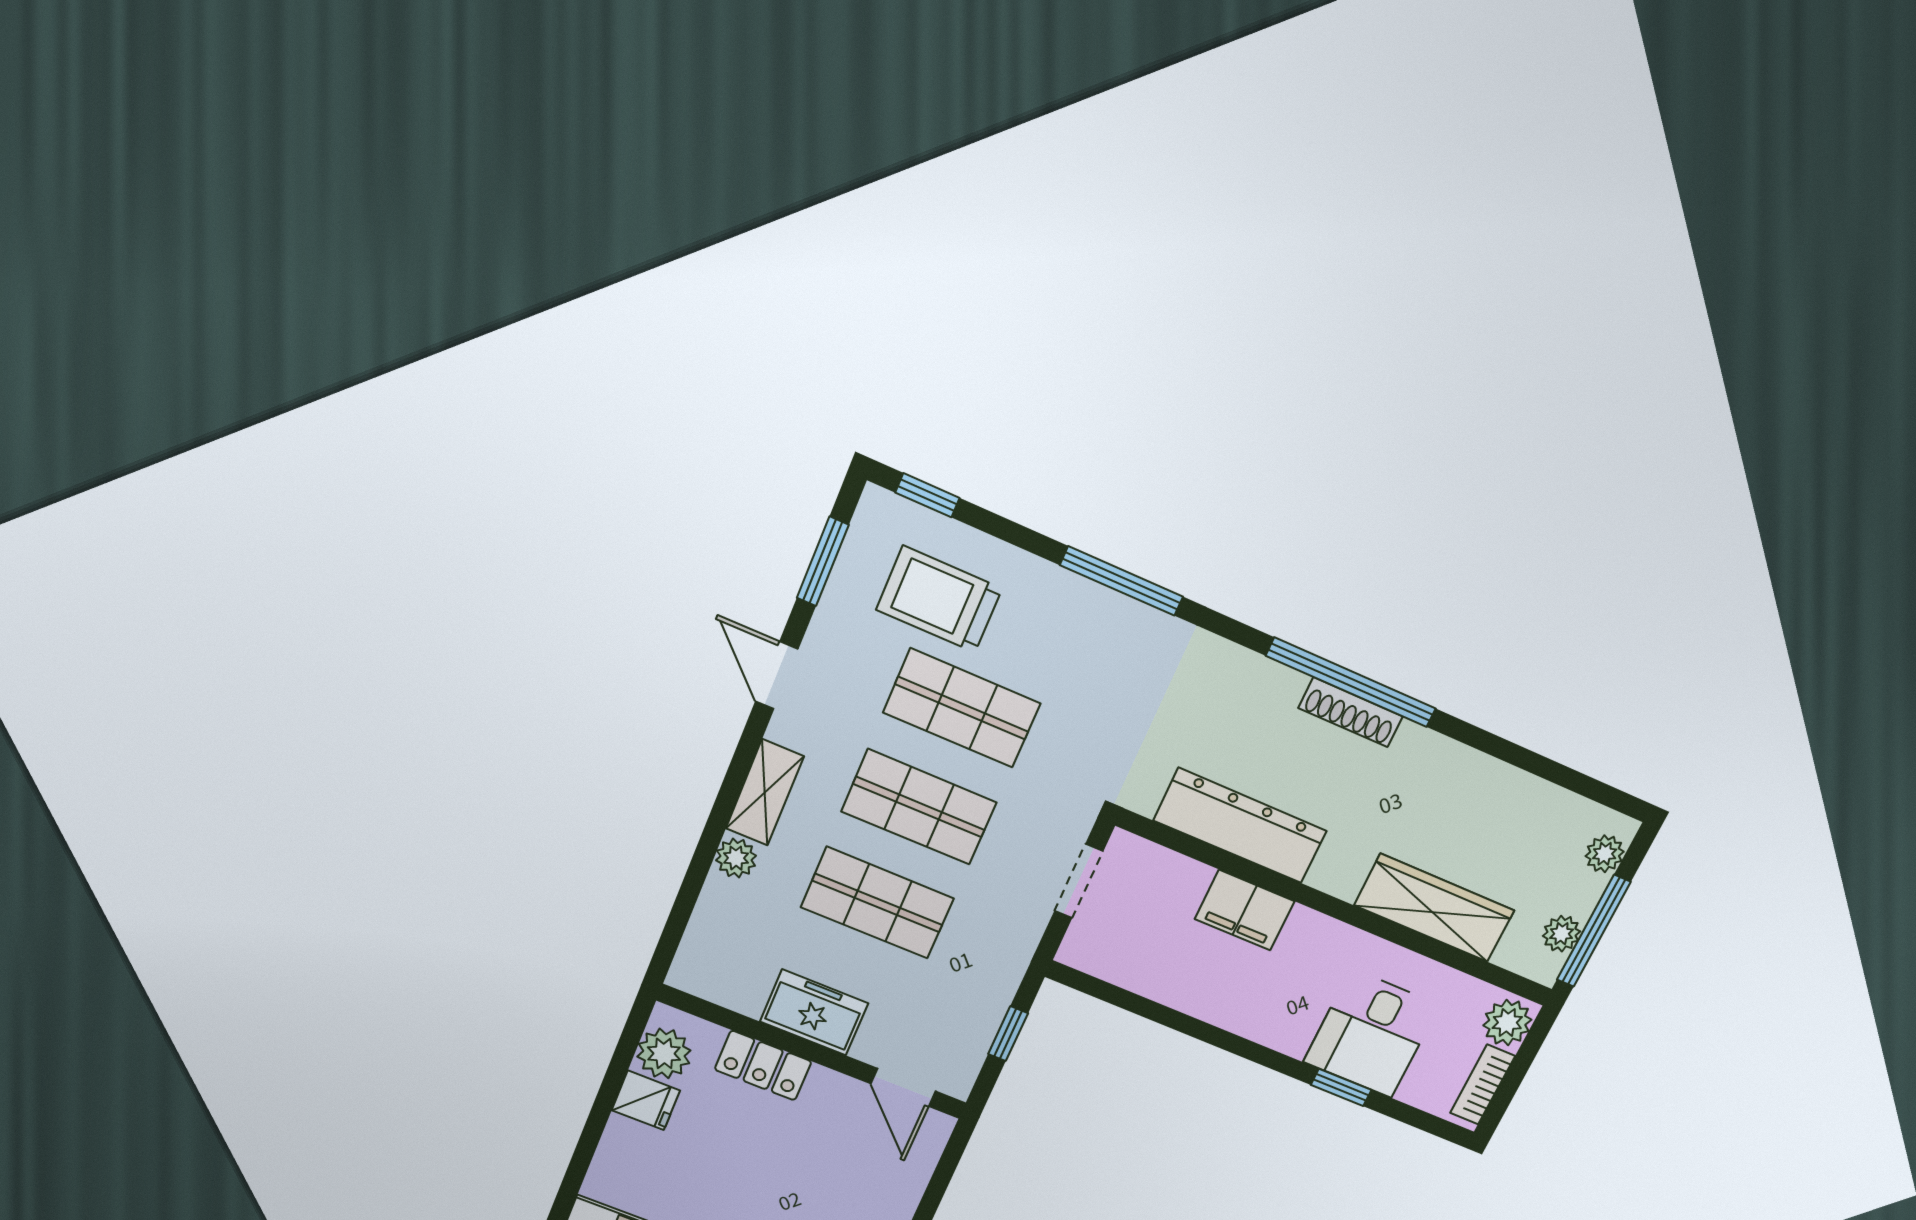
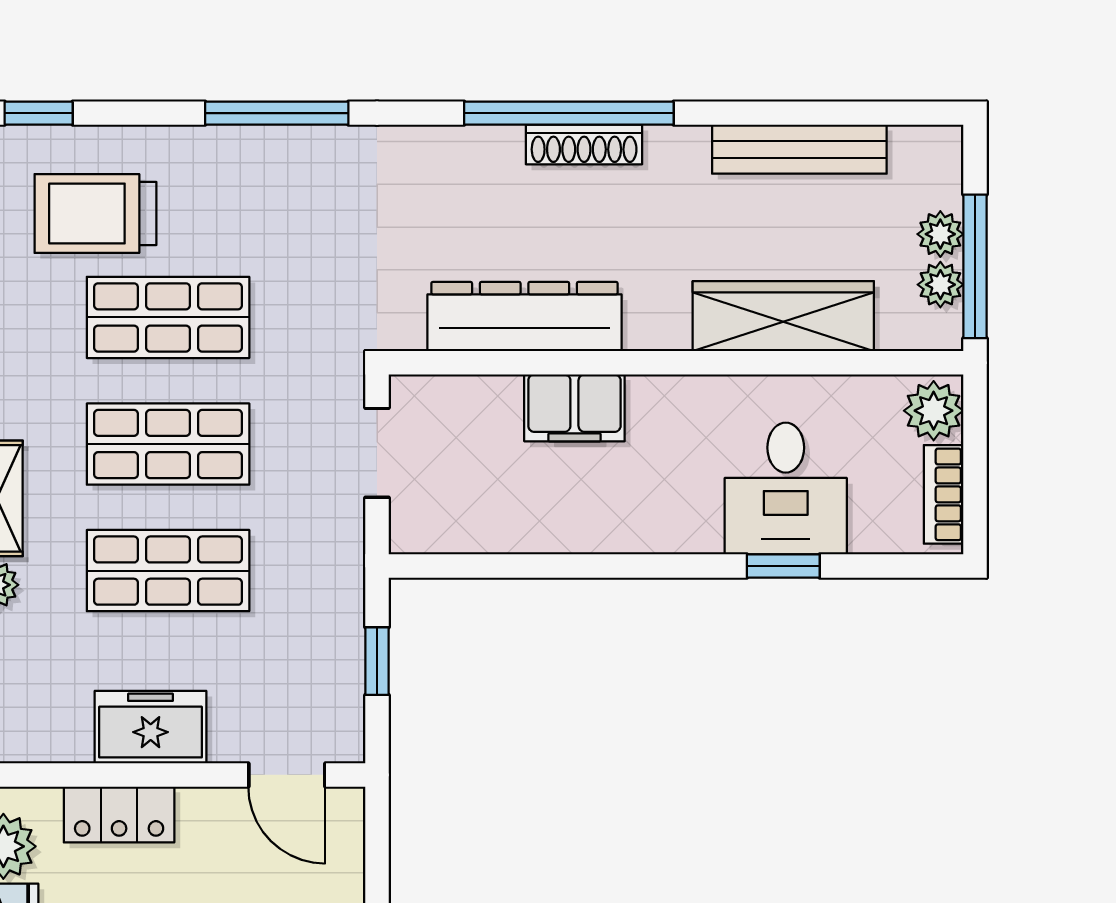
bench: (1512, 787) -> (799, 149), added
plant: (1605, 854) -> (940, 234), moved

